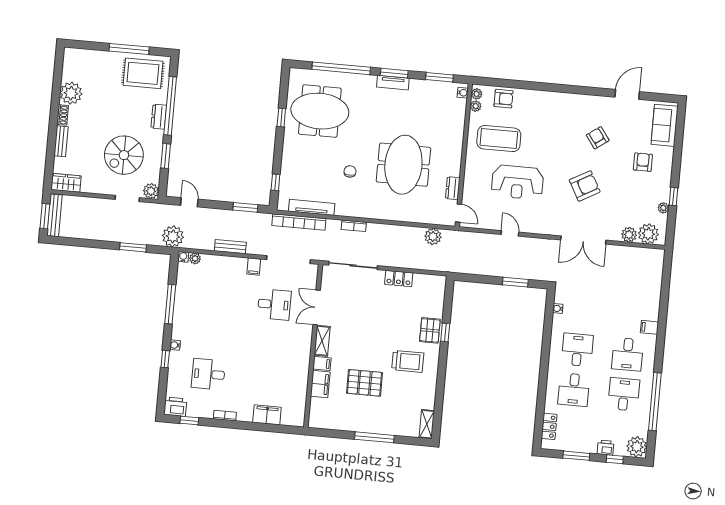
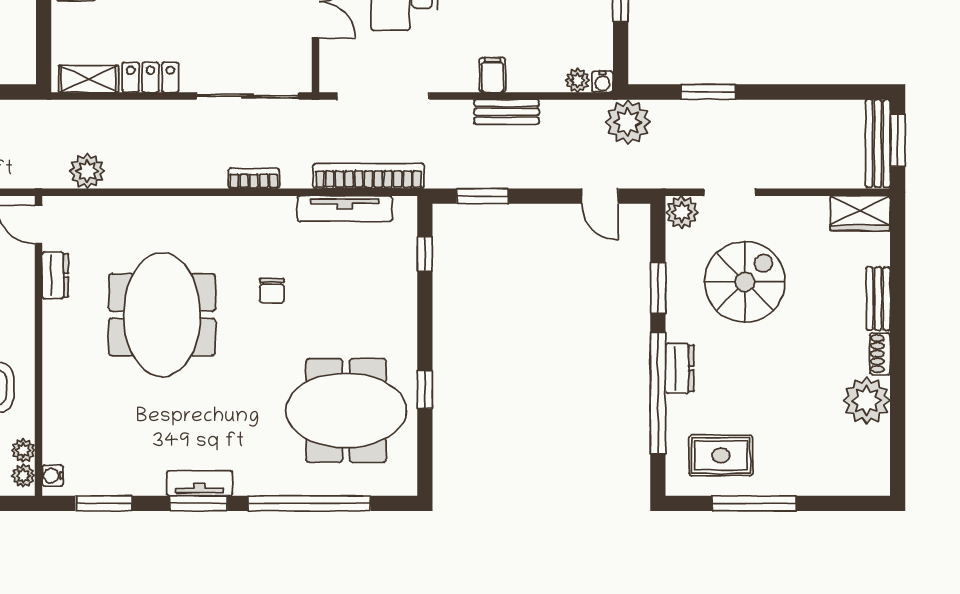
rug: (143, 73) -> (721, 455), width x0.73, depth x0.70
filing cabinet: (254, 266) -> (493, 75), moved
shelving: (428, 280) -> (88, 79), added

